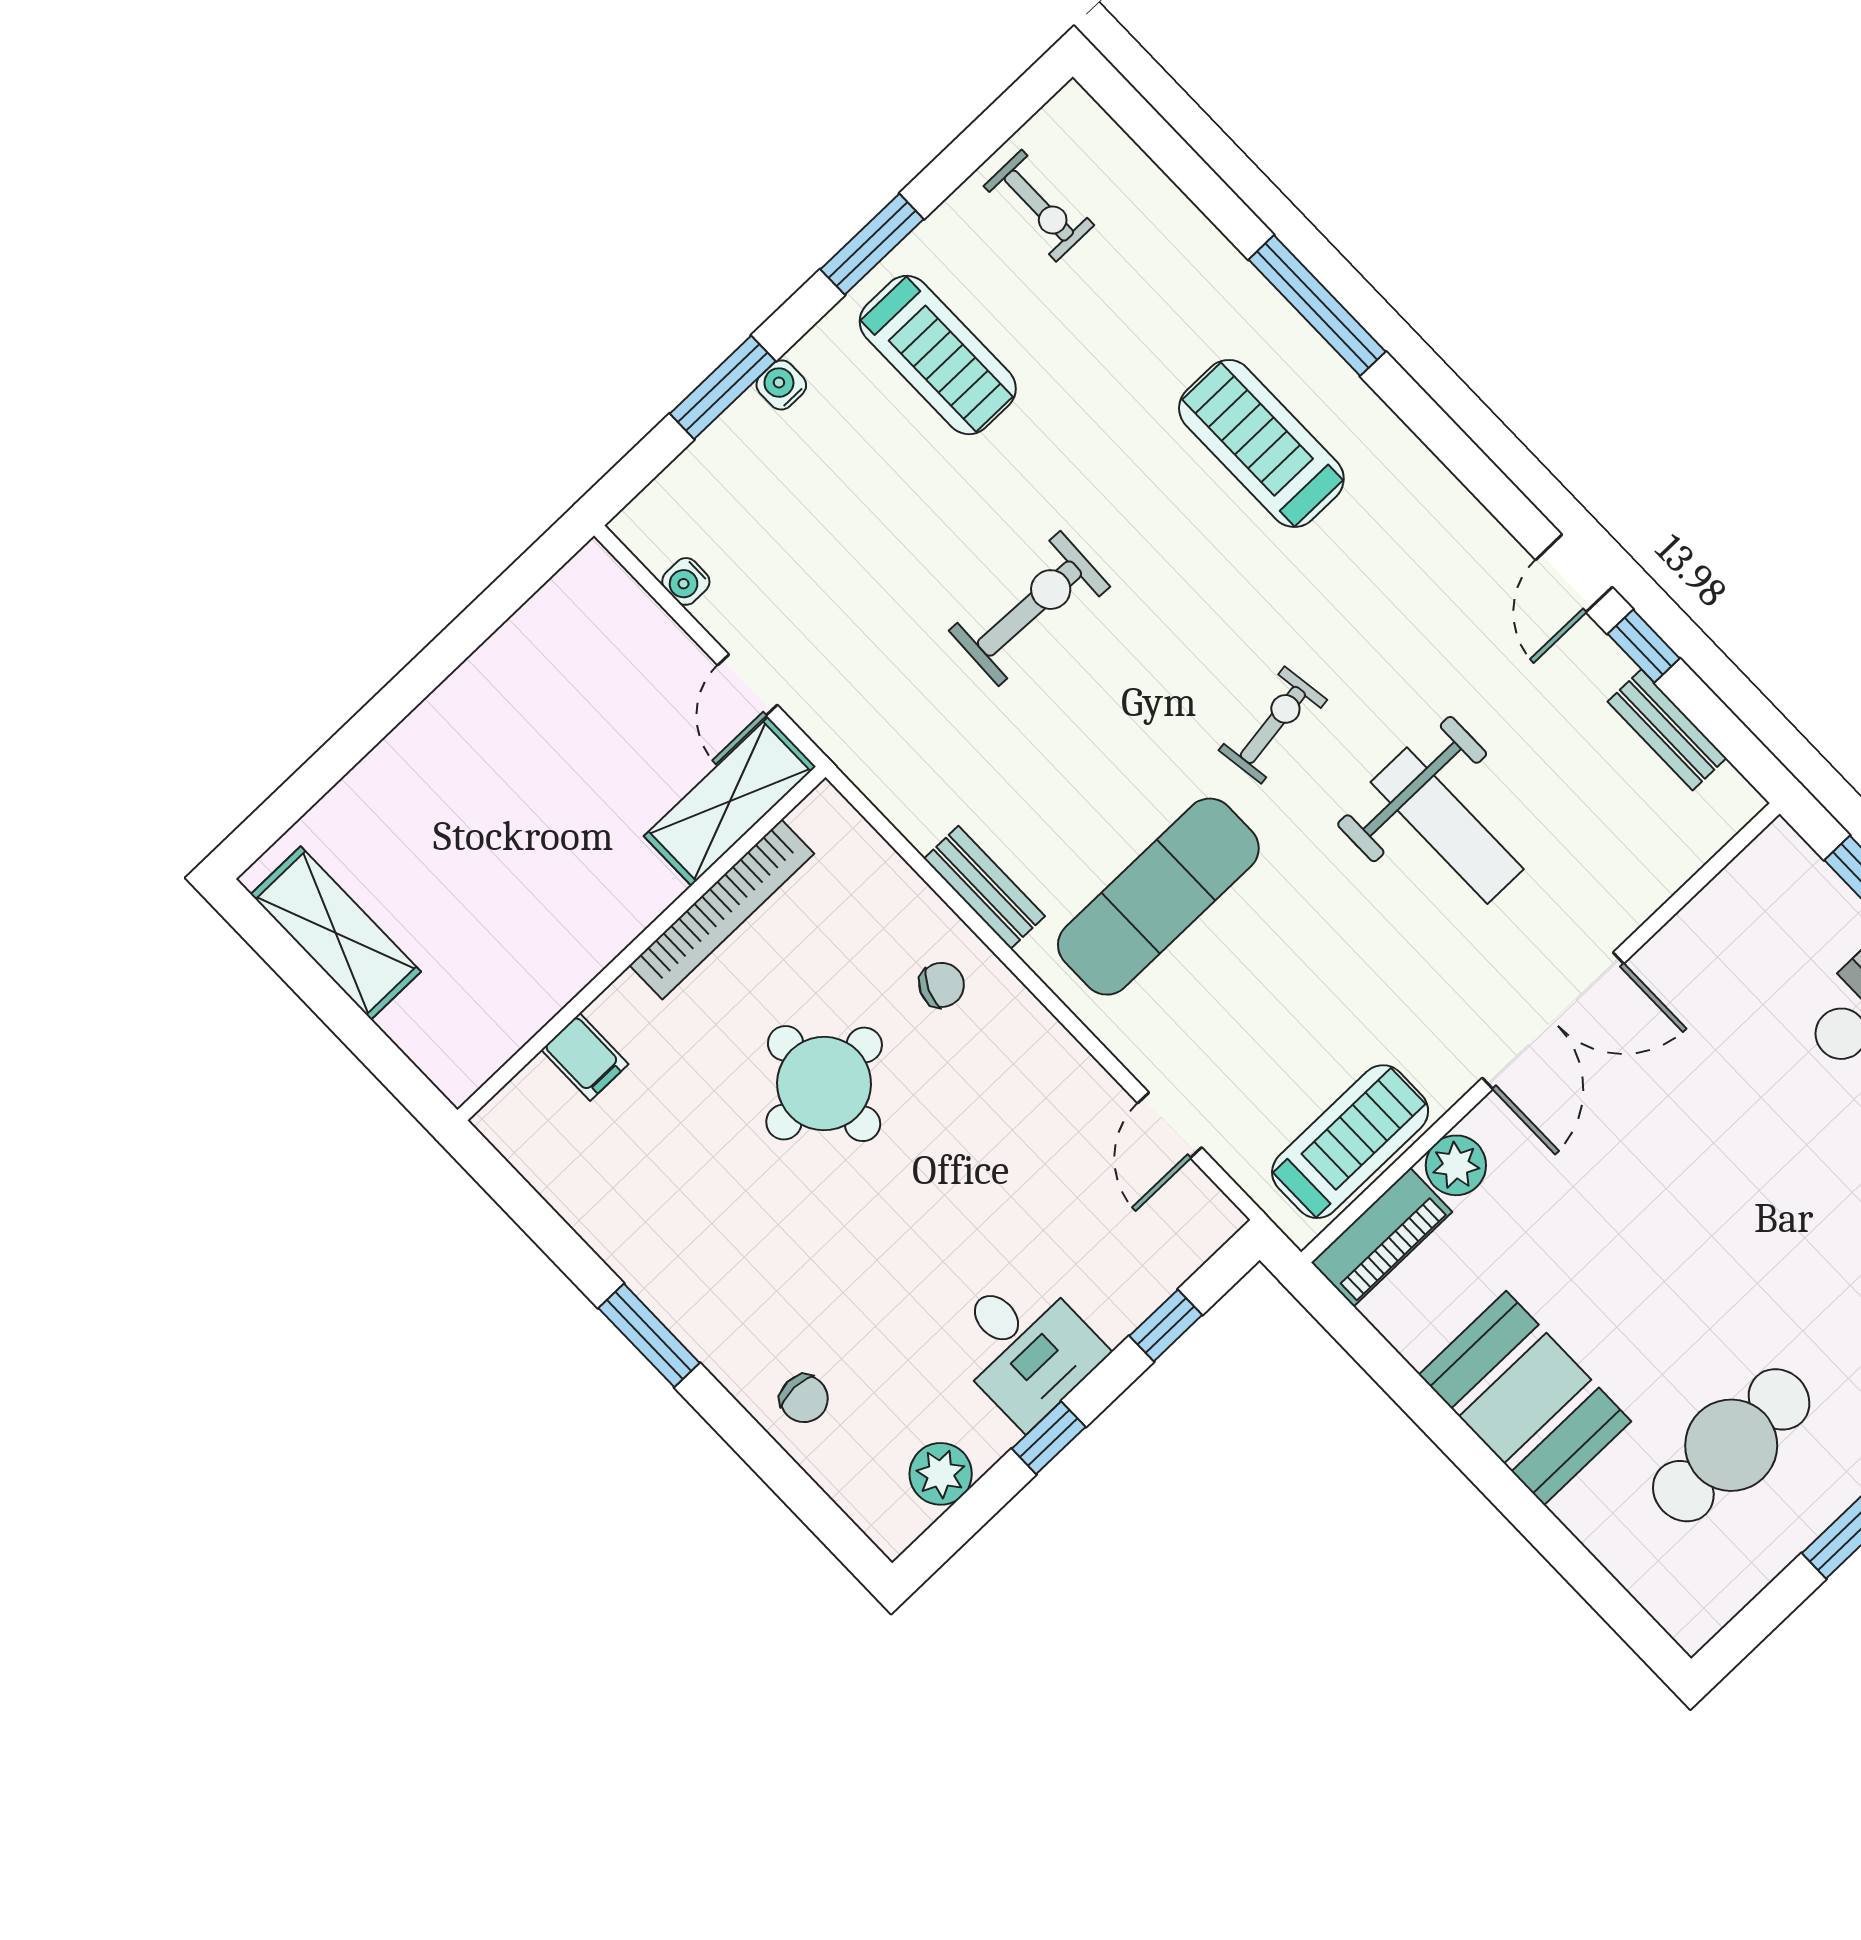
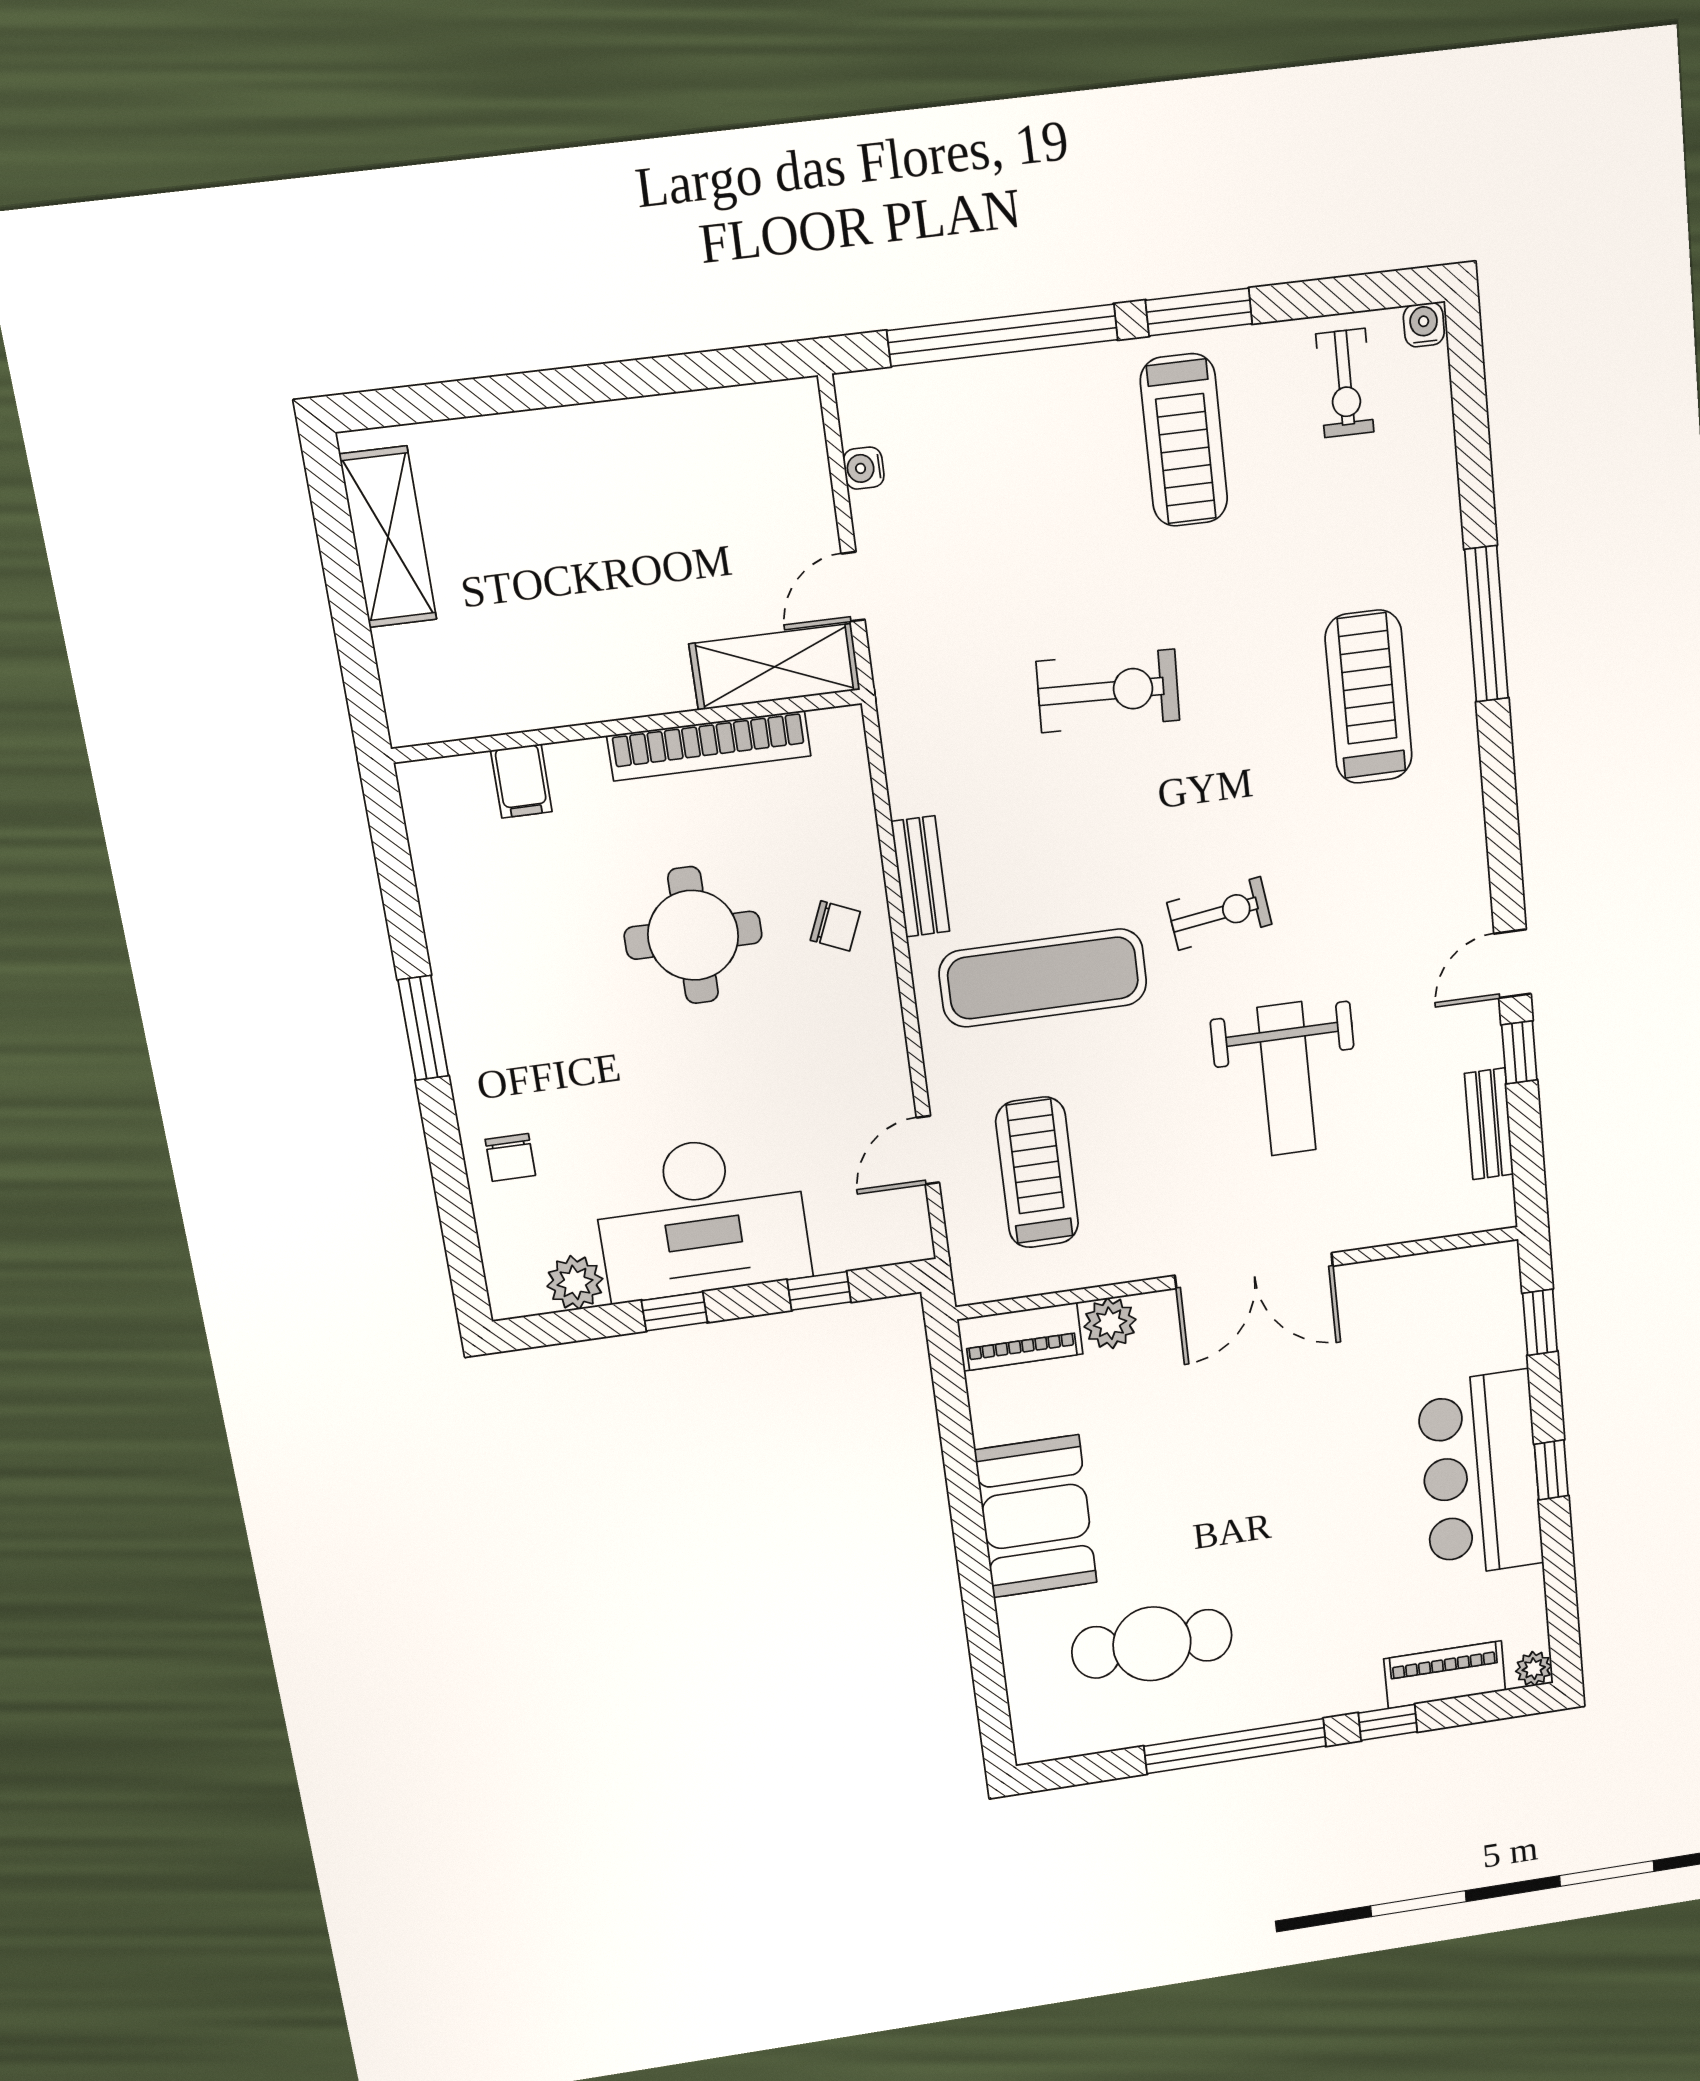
water cooler: (781, 385) -> (1424, 325), moved
window: (723, 387) -> (1003, 335), width x2.11
treadmill: (1350, 1142) -> (1037, 1173), moved, turned -90
desk: (1024, 1347) -> (701, 1217), width x1.87, depth x1.30

